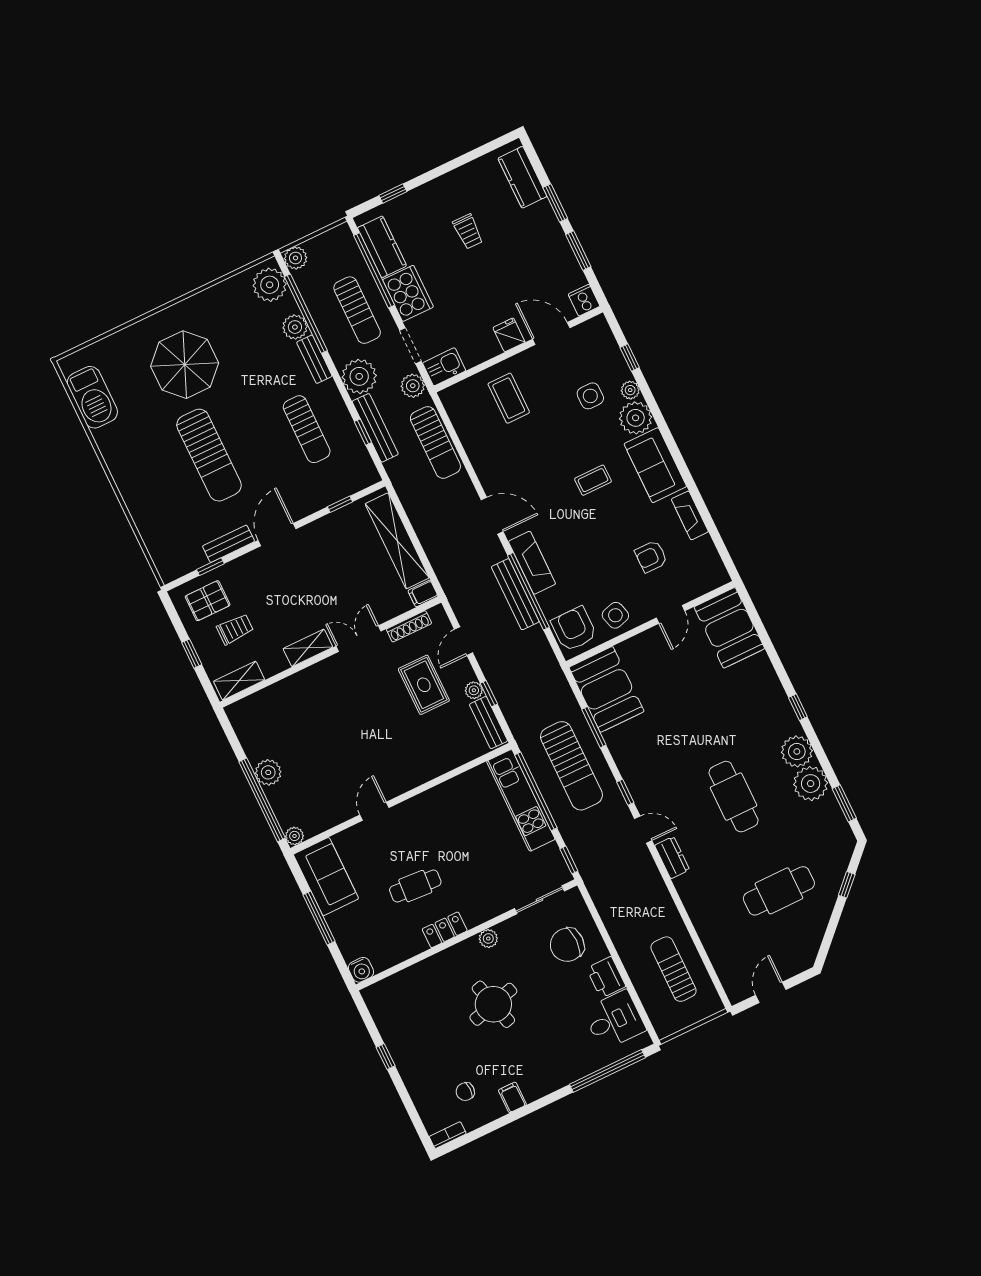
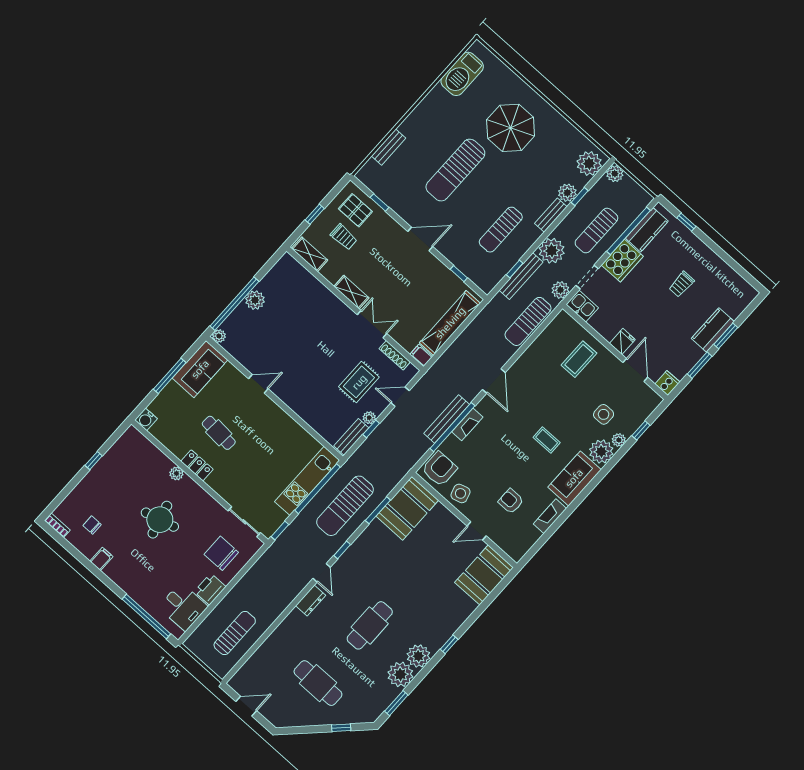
kitchen counter: (522, 177) -> (713, 330), moved
window: (306, 314) -> (580, 196), width x0.32
bench: (229, 544) -> (389, 147), moved, turned 90
fireplace: (532, 563) -> (467, 424), width x0.73, depth x0.76
plant: (488, 939) -> (176, 473), moved

